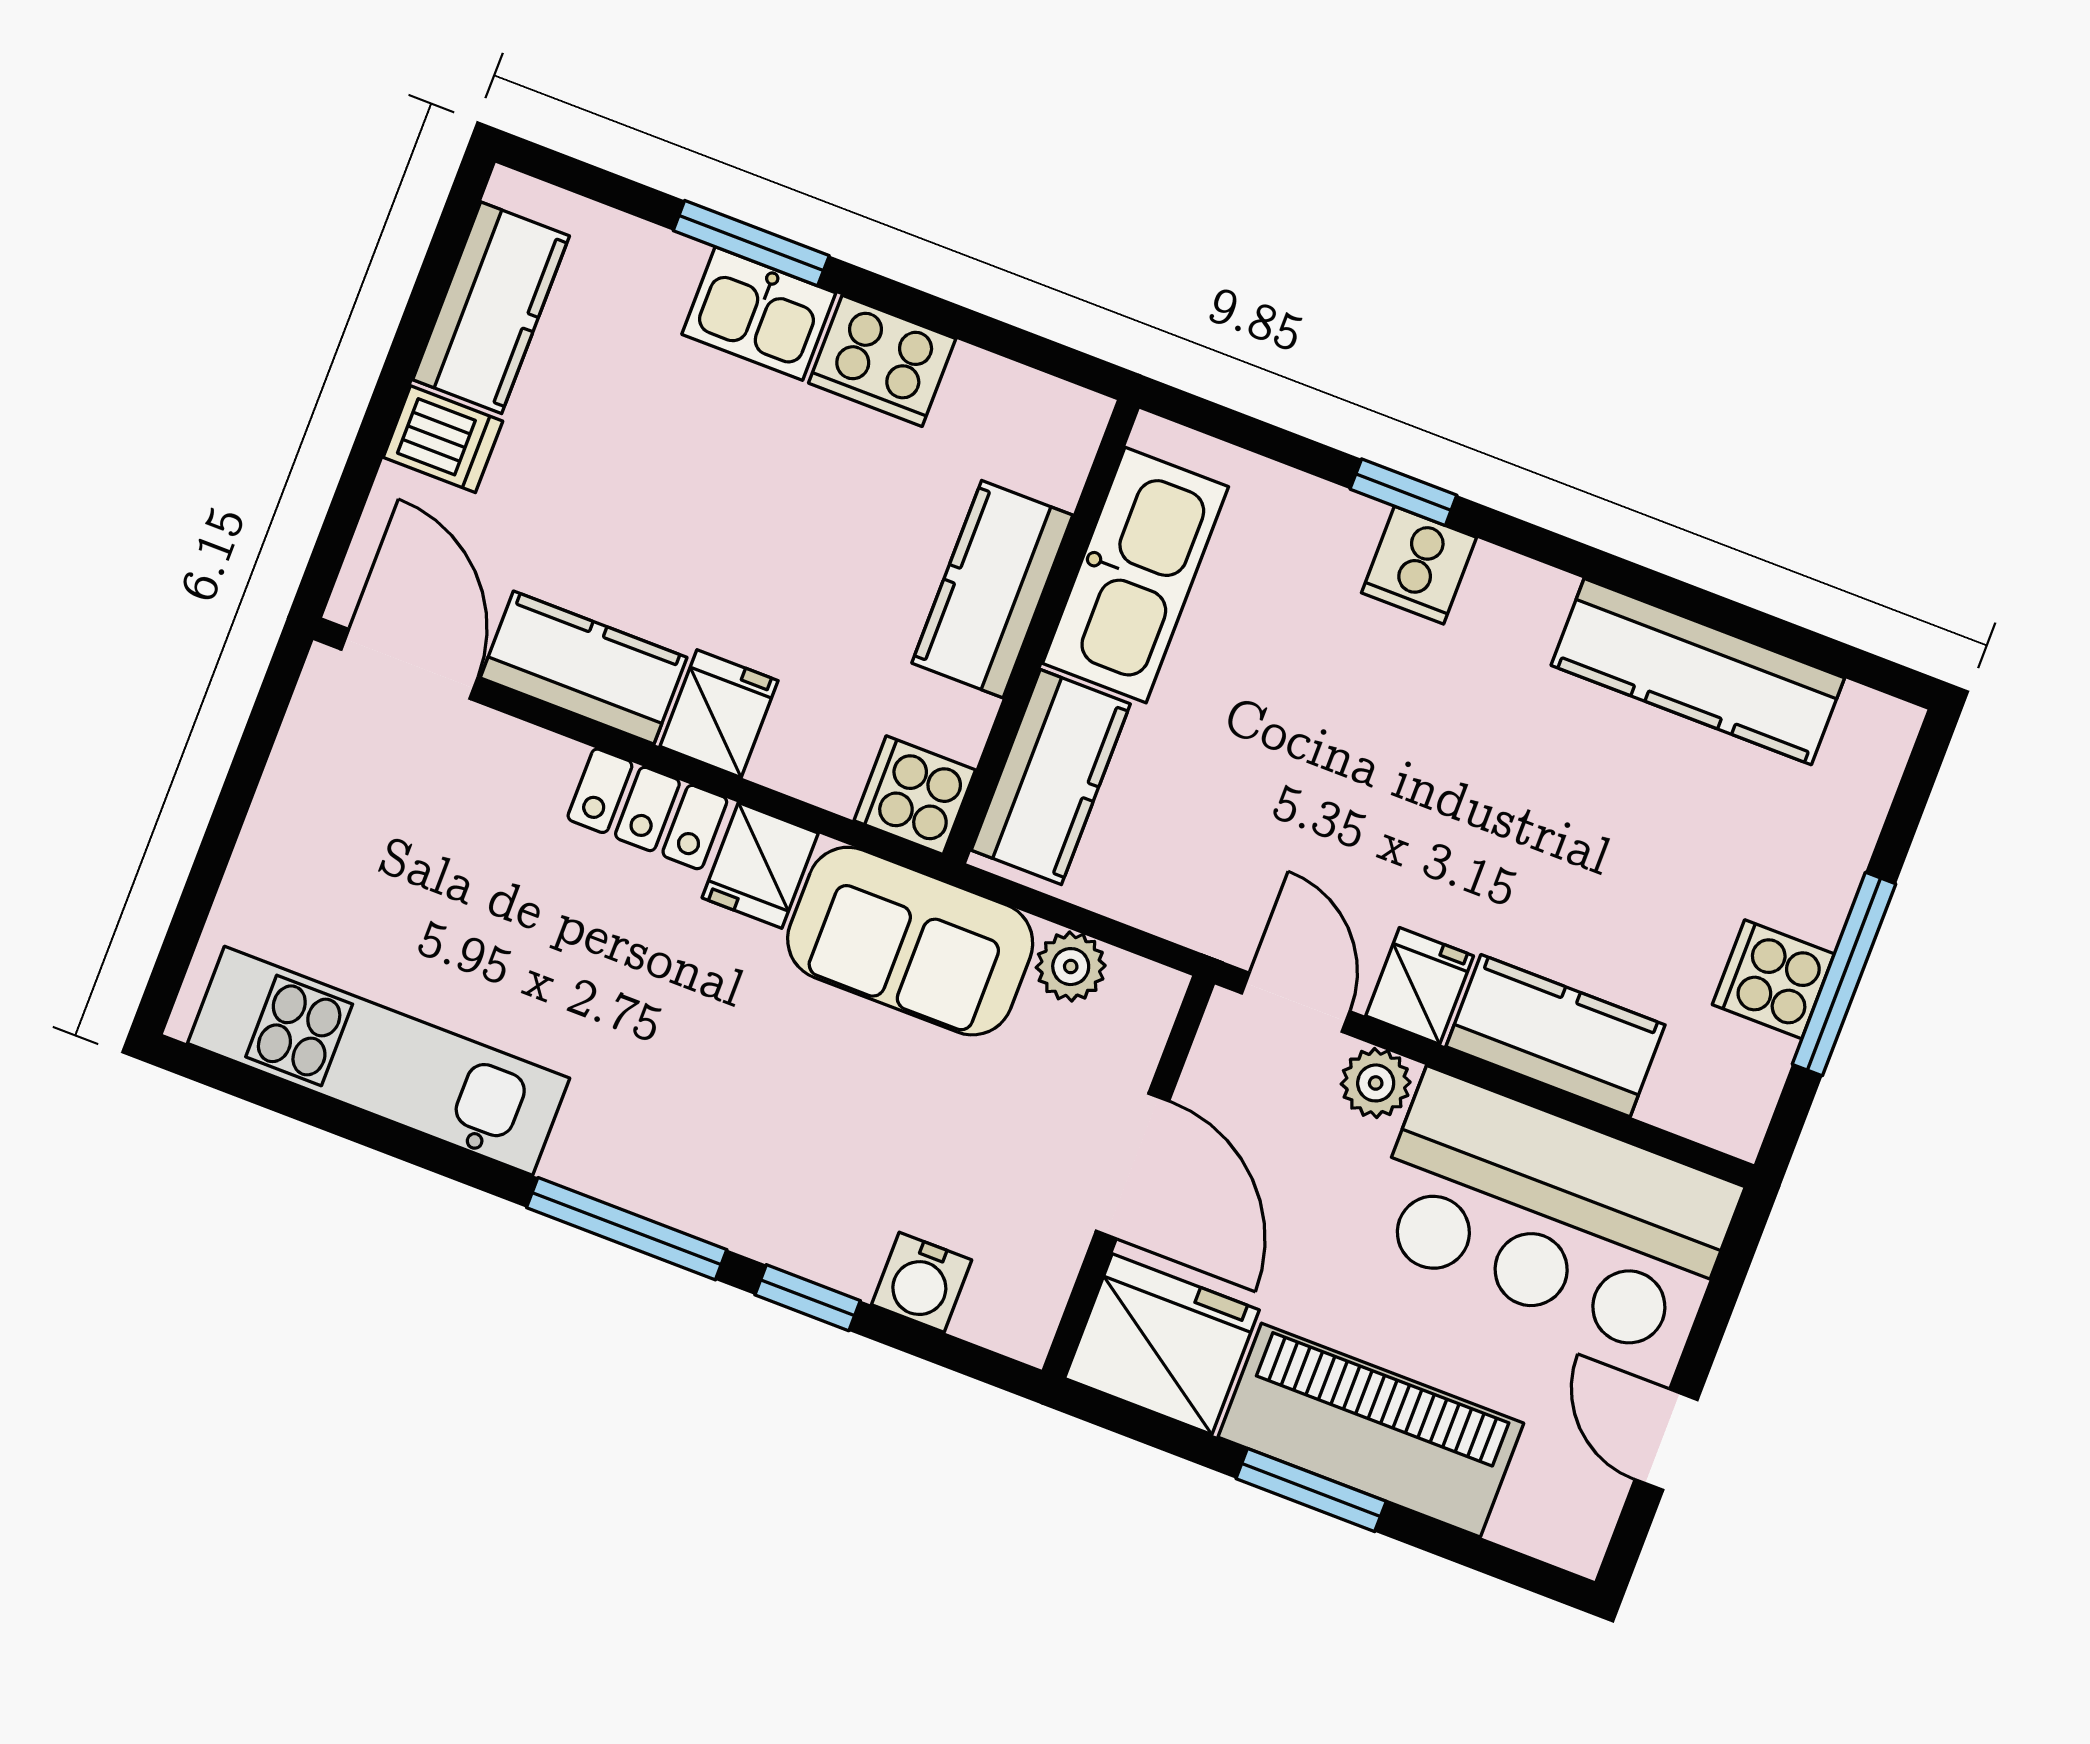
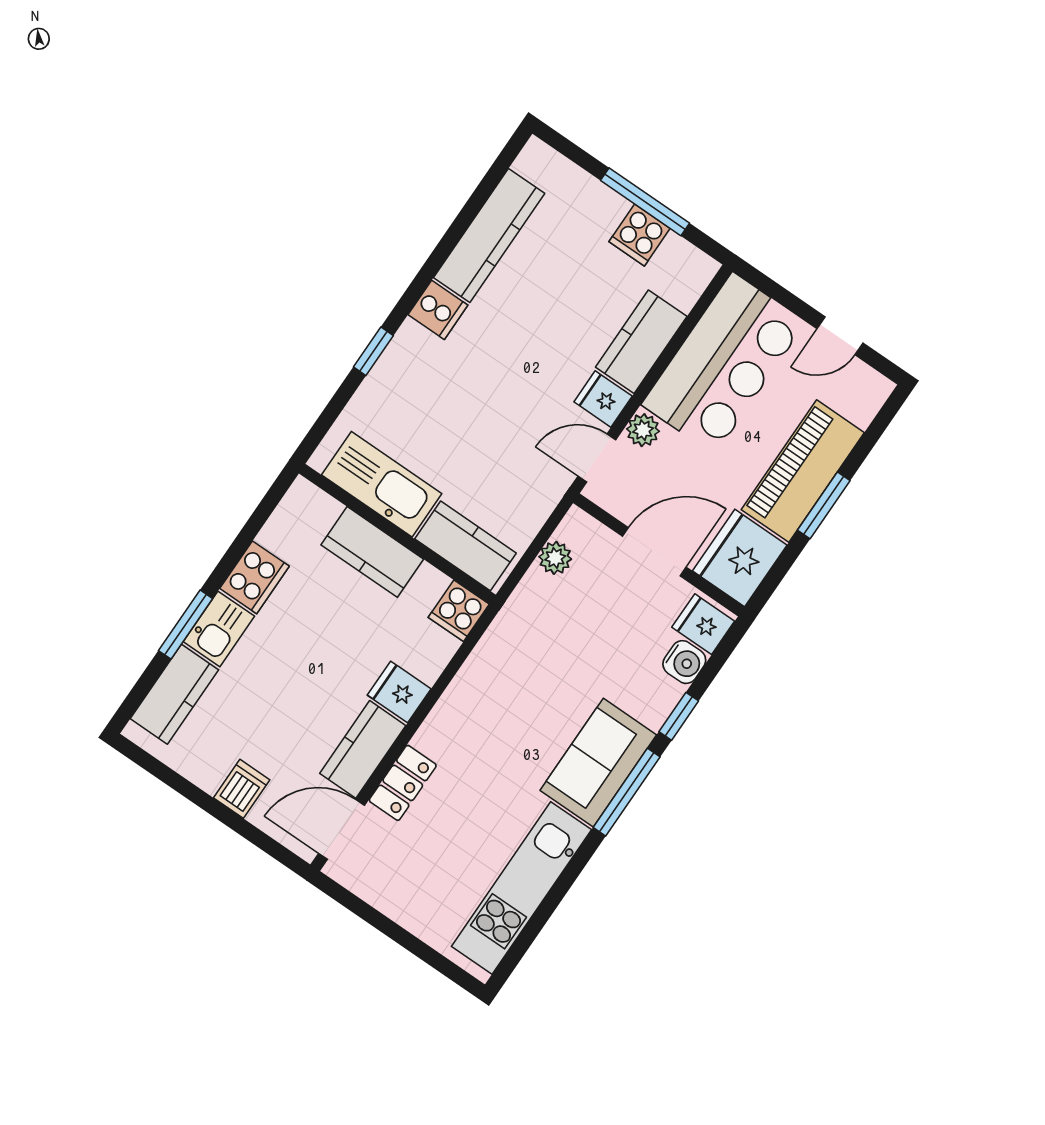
kitchen counter: (491, 308) -> (174, 694), moved, turned 90
cooker: (1419, 565) -> (438, 310), moved
locker: (647, 809) -> (403, 783), moved
fridge: (760, 865) -> (703, 624), moved, turned 180
sofa: (910, 941) -> (598, 763), moved, turned 180

